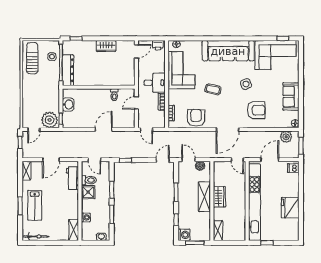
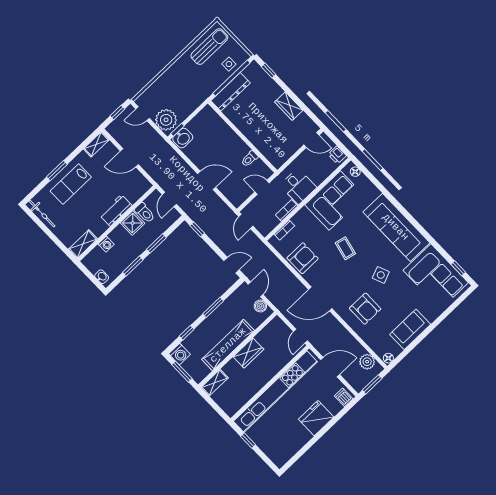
washbasin: (68, 104) -> (183, 138), moved
workbench: (73, 178) -> (116, 210), moved
shelving: (204, 197) -> (228, 345), width x1.47
fridge: (290, 208) -> (316, 418), moved

